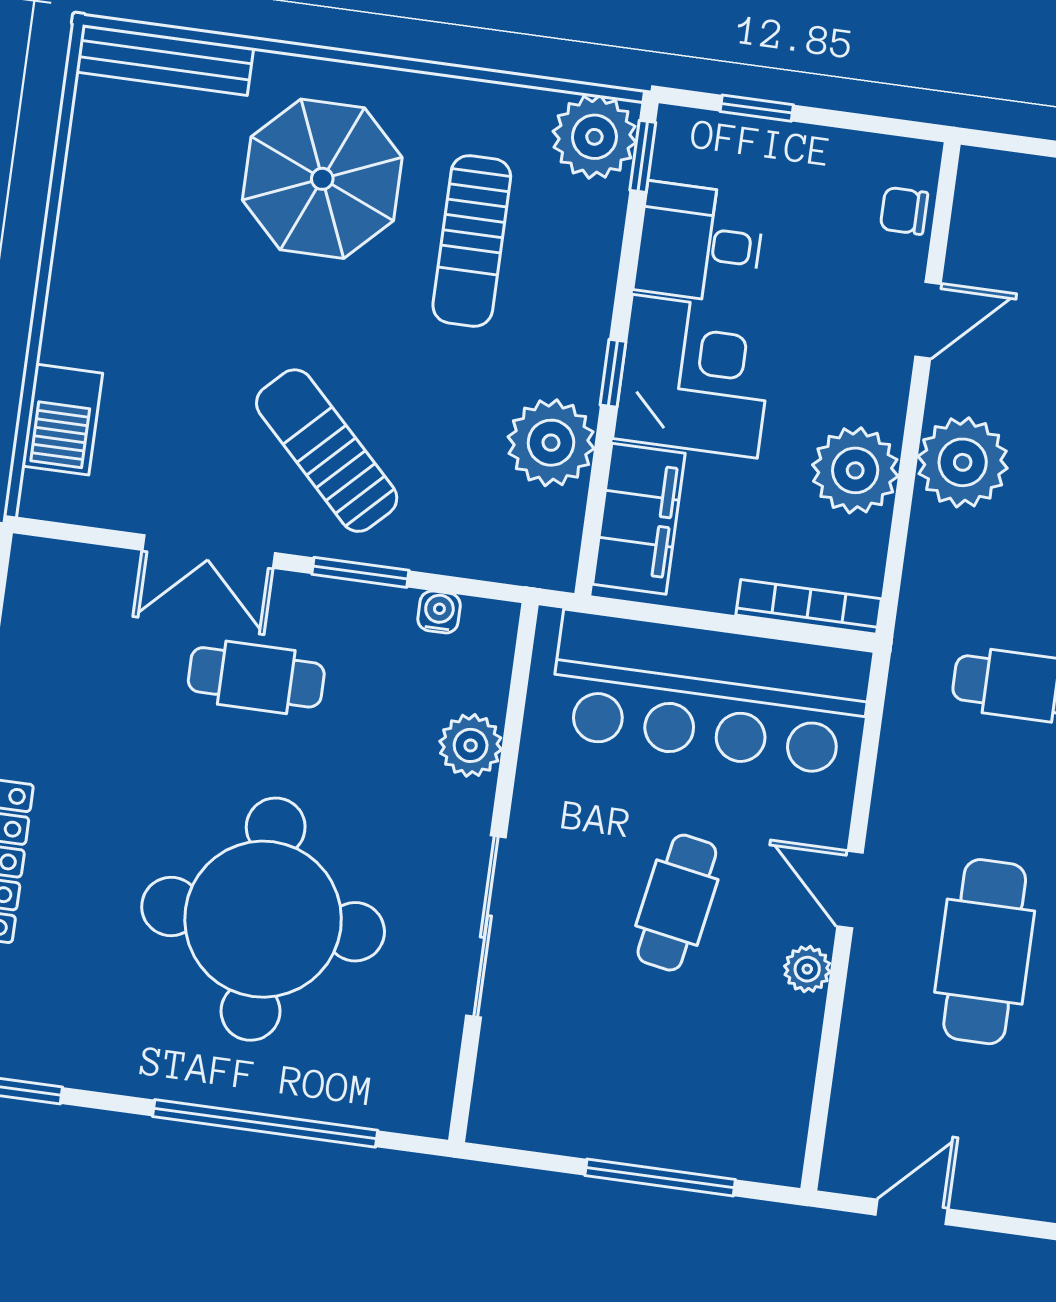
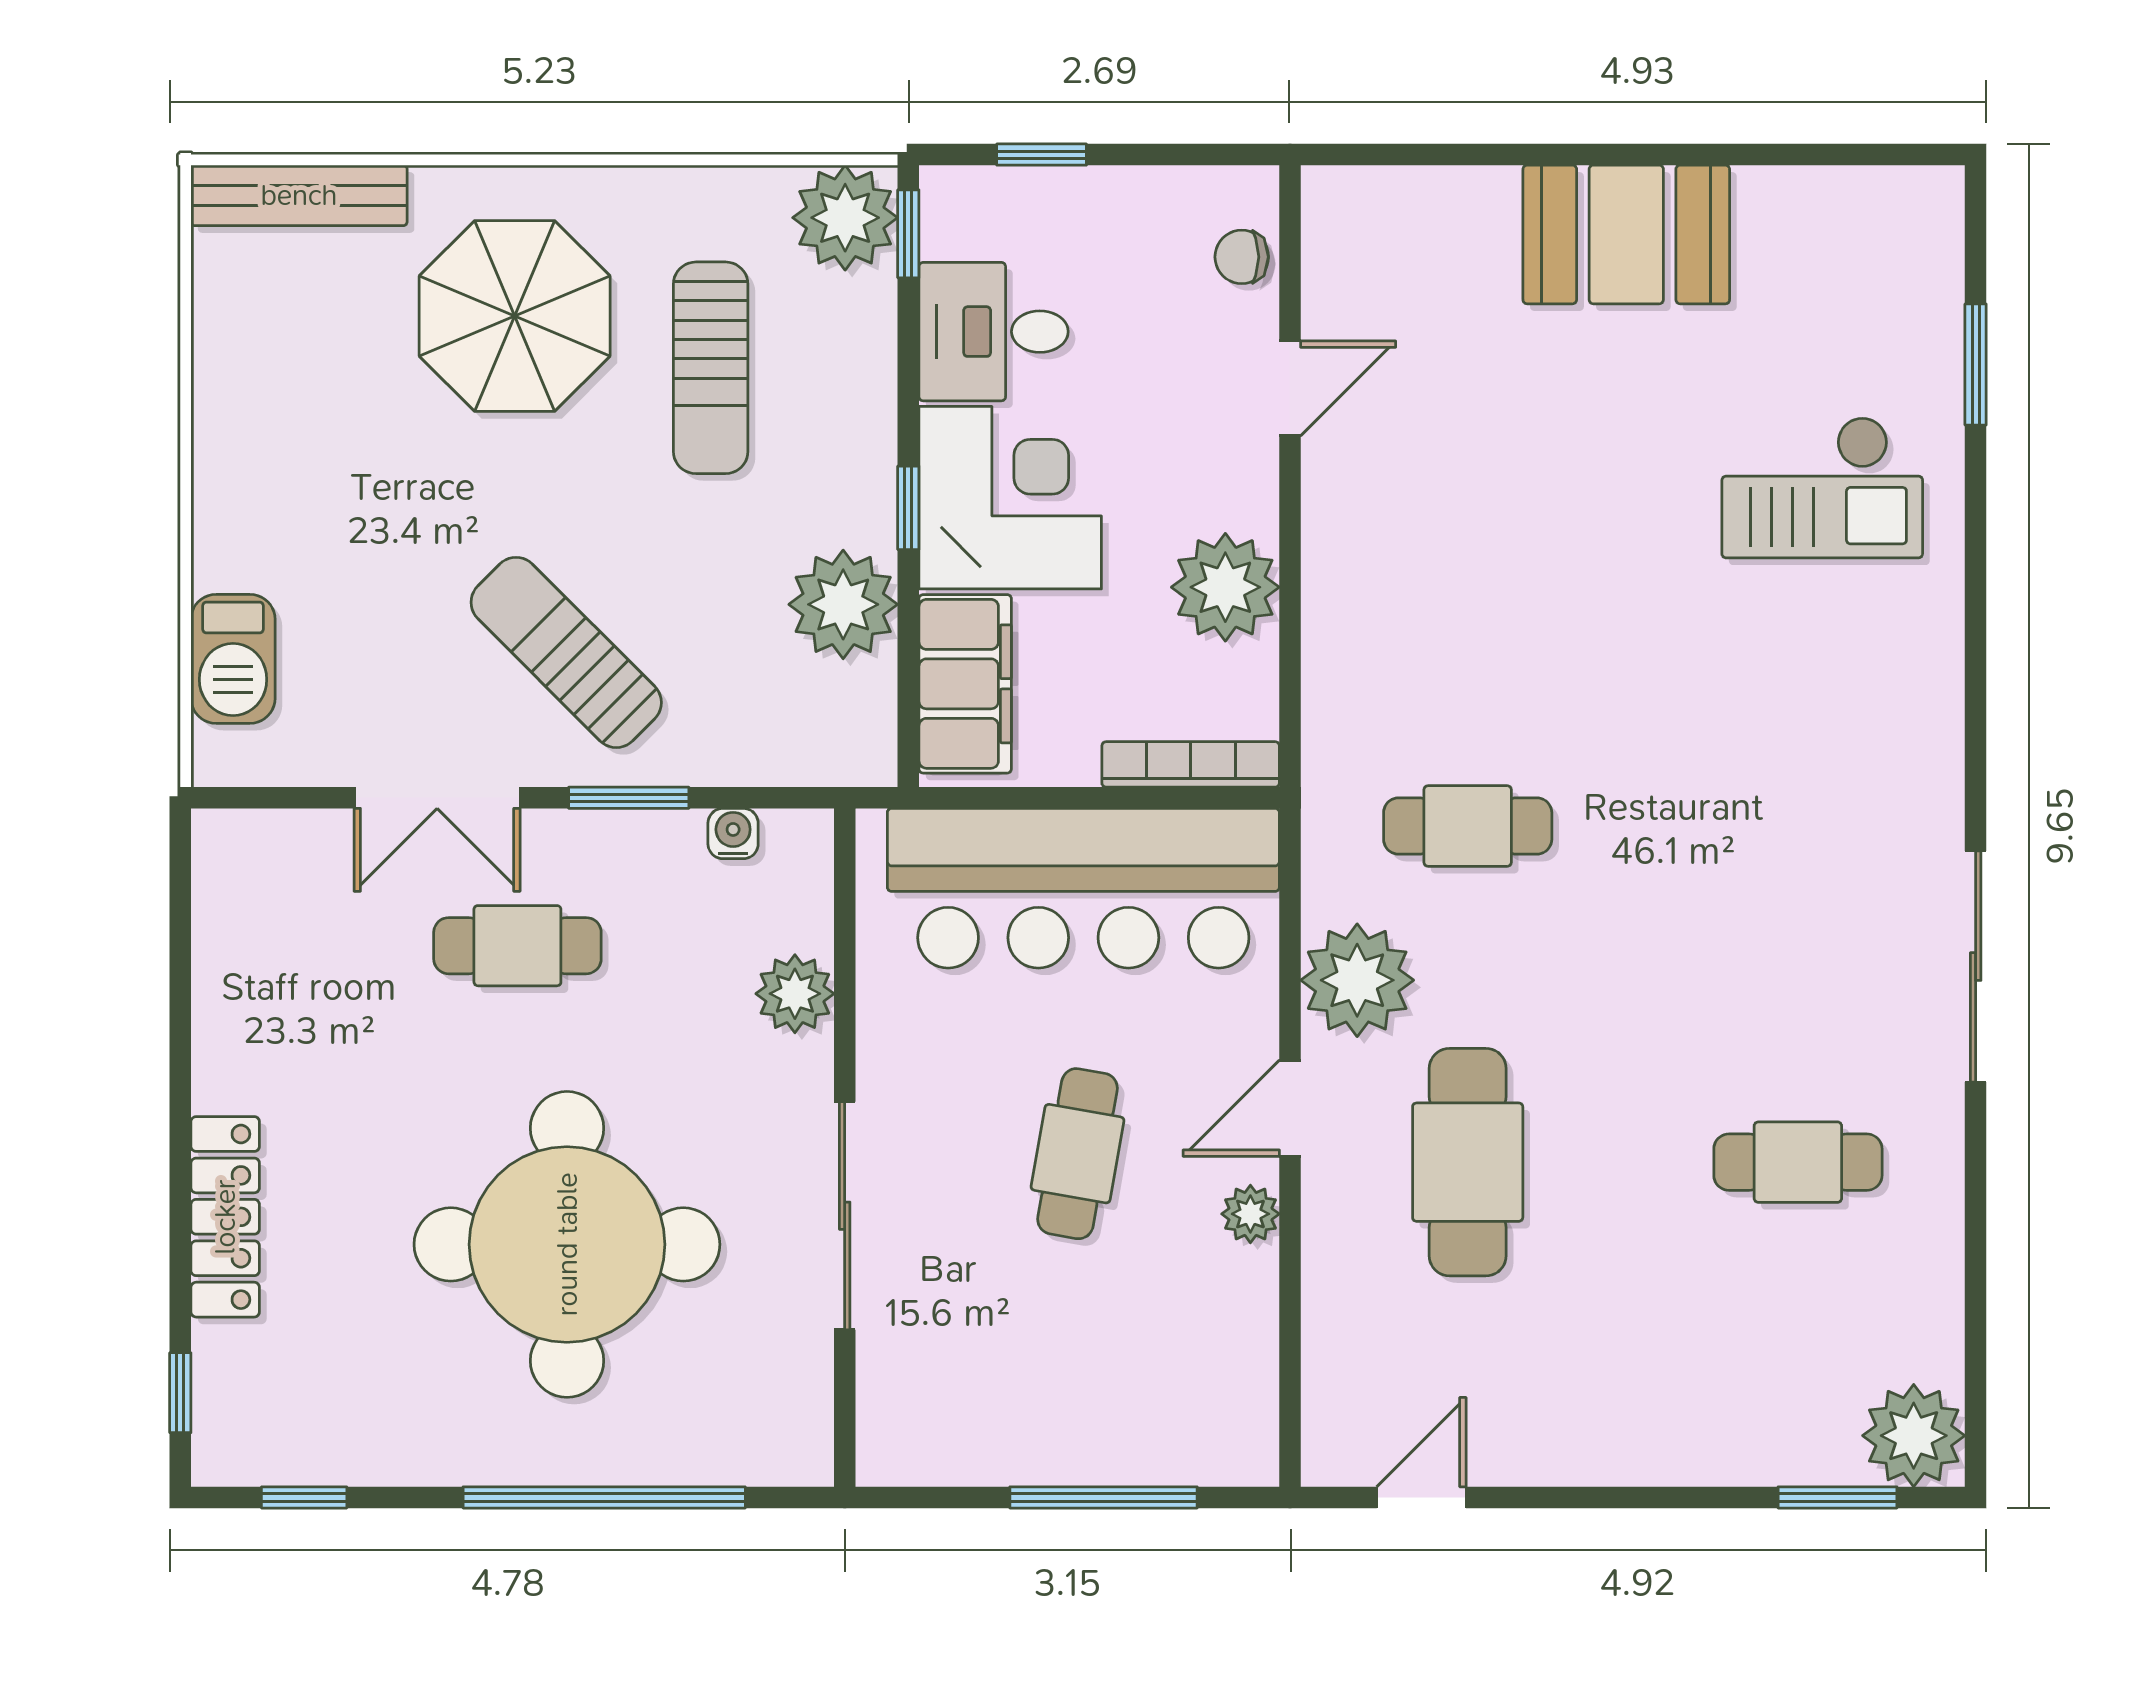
plant: (963, 462) -> (1357, 980), moved
door: (850, 890) -> (1290, 1108), hinge flipped

